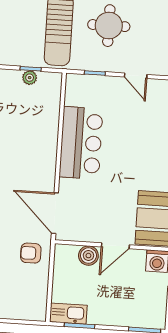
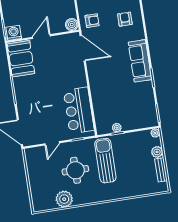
door: (136, 76) -> (52, 143), swing flipped
bar counter: (81, 143) -> (79, 110), moved
boiler: (88, 256) -> (72, 25), moved

